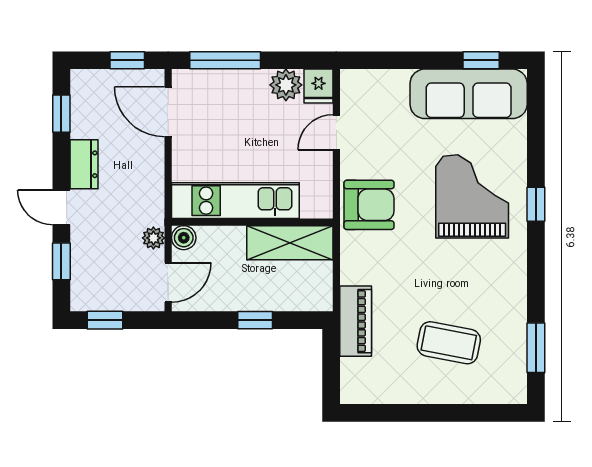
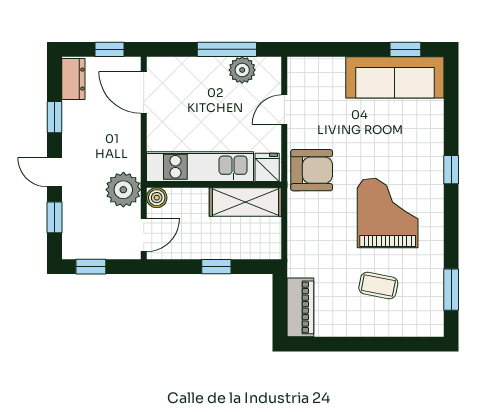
window: (225, 60) -> (227, 49), moved
fridge: (319, 86) -> (267, 167), moved, turned 180
window: (61, 114) -> (54, 117), moved
dresser: (84, 164) -> (73, 79), moved
grand piano: (472, 196) -> (388, 213), moved
plant: (153, 238) -> (123, 190), width x1.88, depth x1.88
piano: (356, 321) -> (300, 307), moved
coffee table: (449, 343) -> (378, 286), width x0.73, depth x0.77

